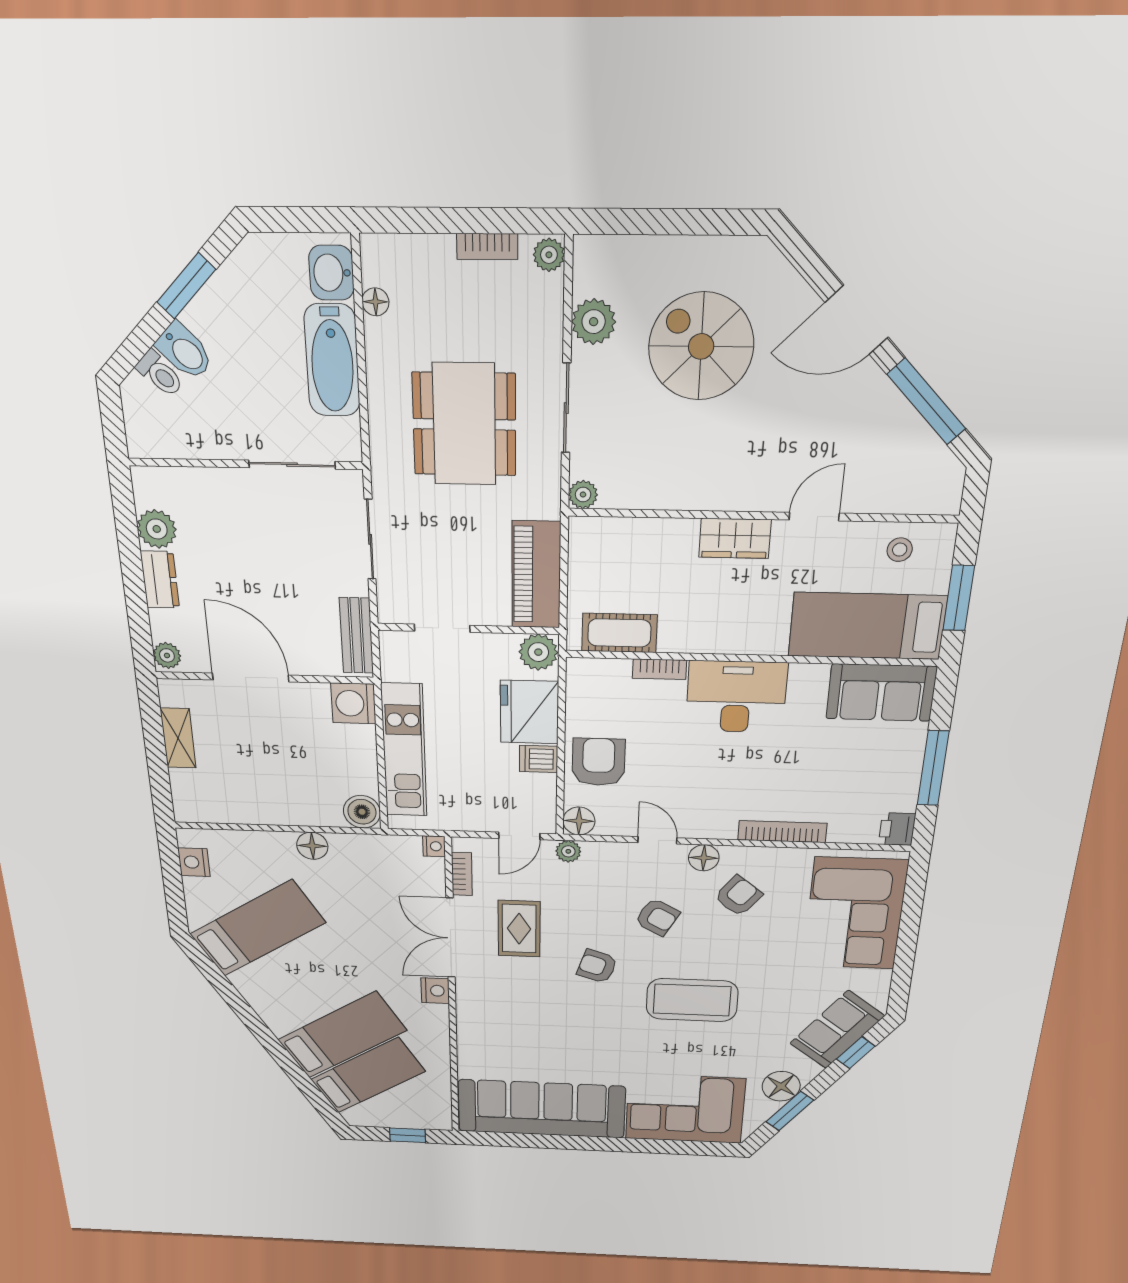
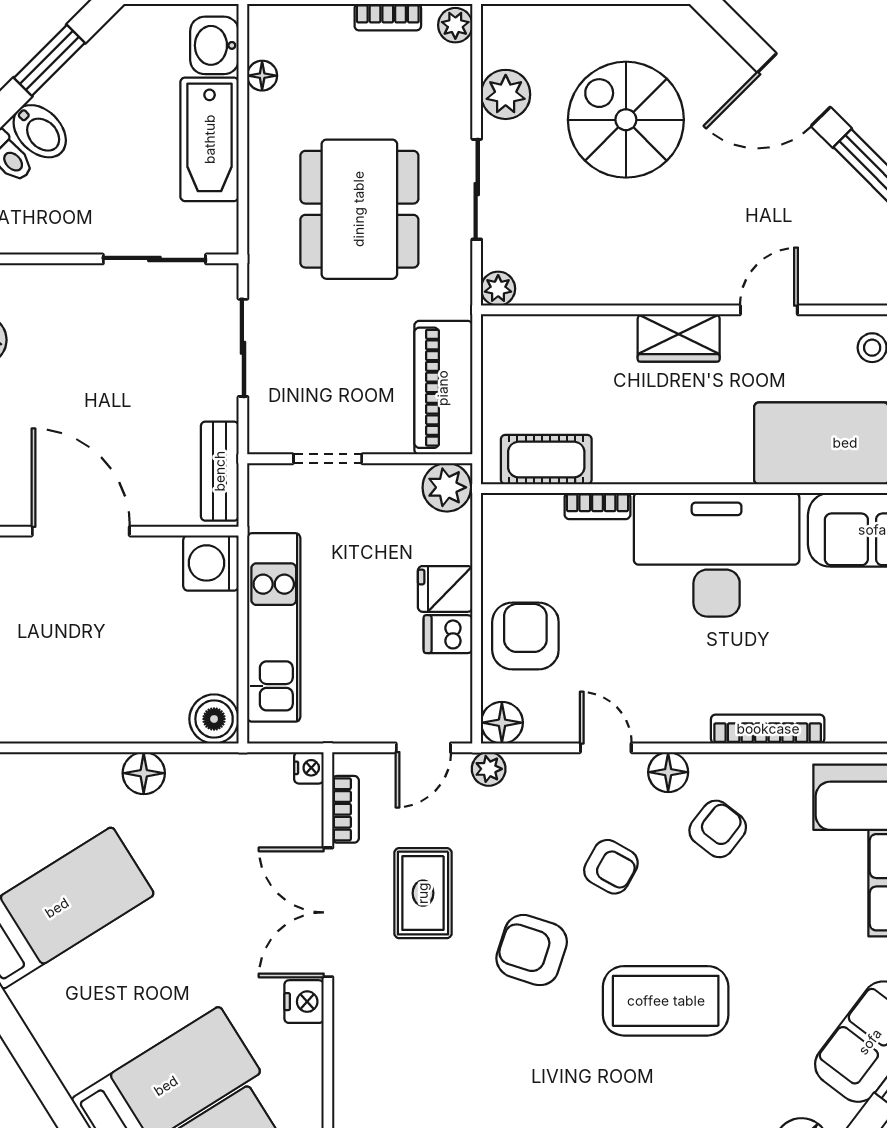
desk: (736, 697) -> (717, 555), width x1.36, depth x1.30
fridge: (529, 712) -> (445, 589), width x0.53, depth x0.75
armchair: (597, 966) -> (532, 950), width x1.38, depth x1.38

